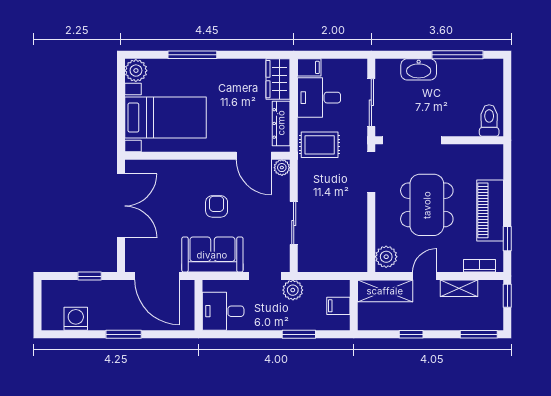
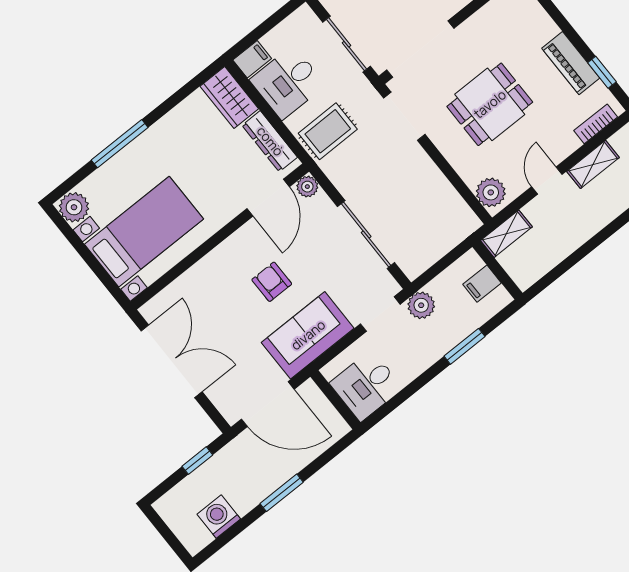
door: (254, 156) -> (268, 198), hinge flipped
dining table: (427, 205) -> (490, 104), width x0.73
piano: (490, 210) -> (571, 63), width x0.73, depth x0.75
sliding door: (294, 223) -> (366, 235), width x1.37
shelving: (385, 291) -> (506, 234), width x0.67, depth x0.75
window: (411, 334) -> (582, 252), removed

